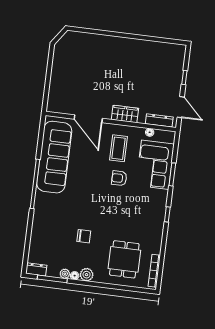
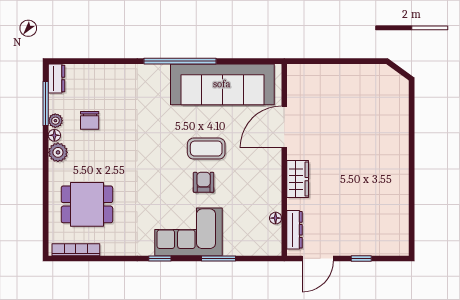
coffee table: (119, 148) -> (206, 149), moved
corner sofa: (155, 165) -> (189, 232), moved
chair: (84, 236) -> (90, 120), moved

